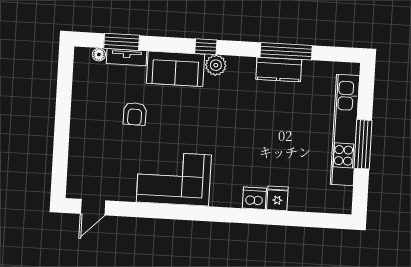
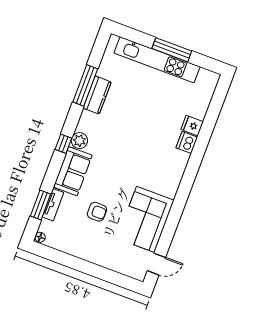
floor lamp: (99, 55) -> (40, 237), moved
corner sofa: (174, 178) -> (146, 219), moved
door: (93, 207) -> (156, 264), hinge flipped

